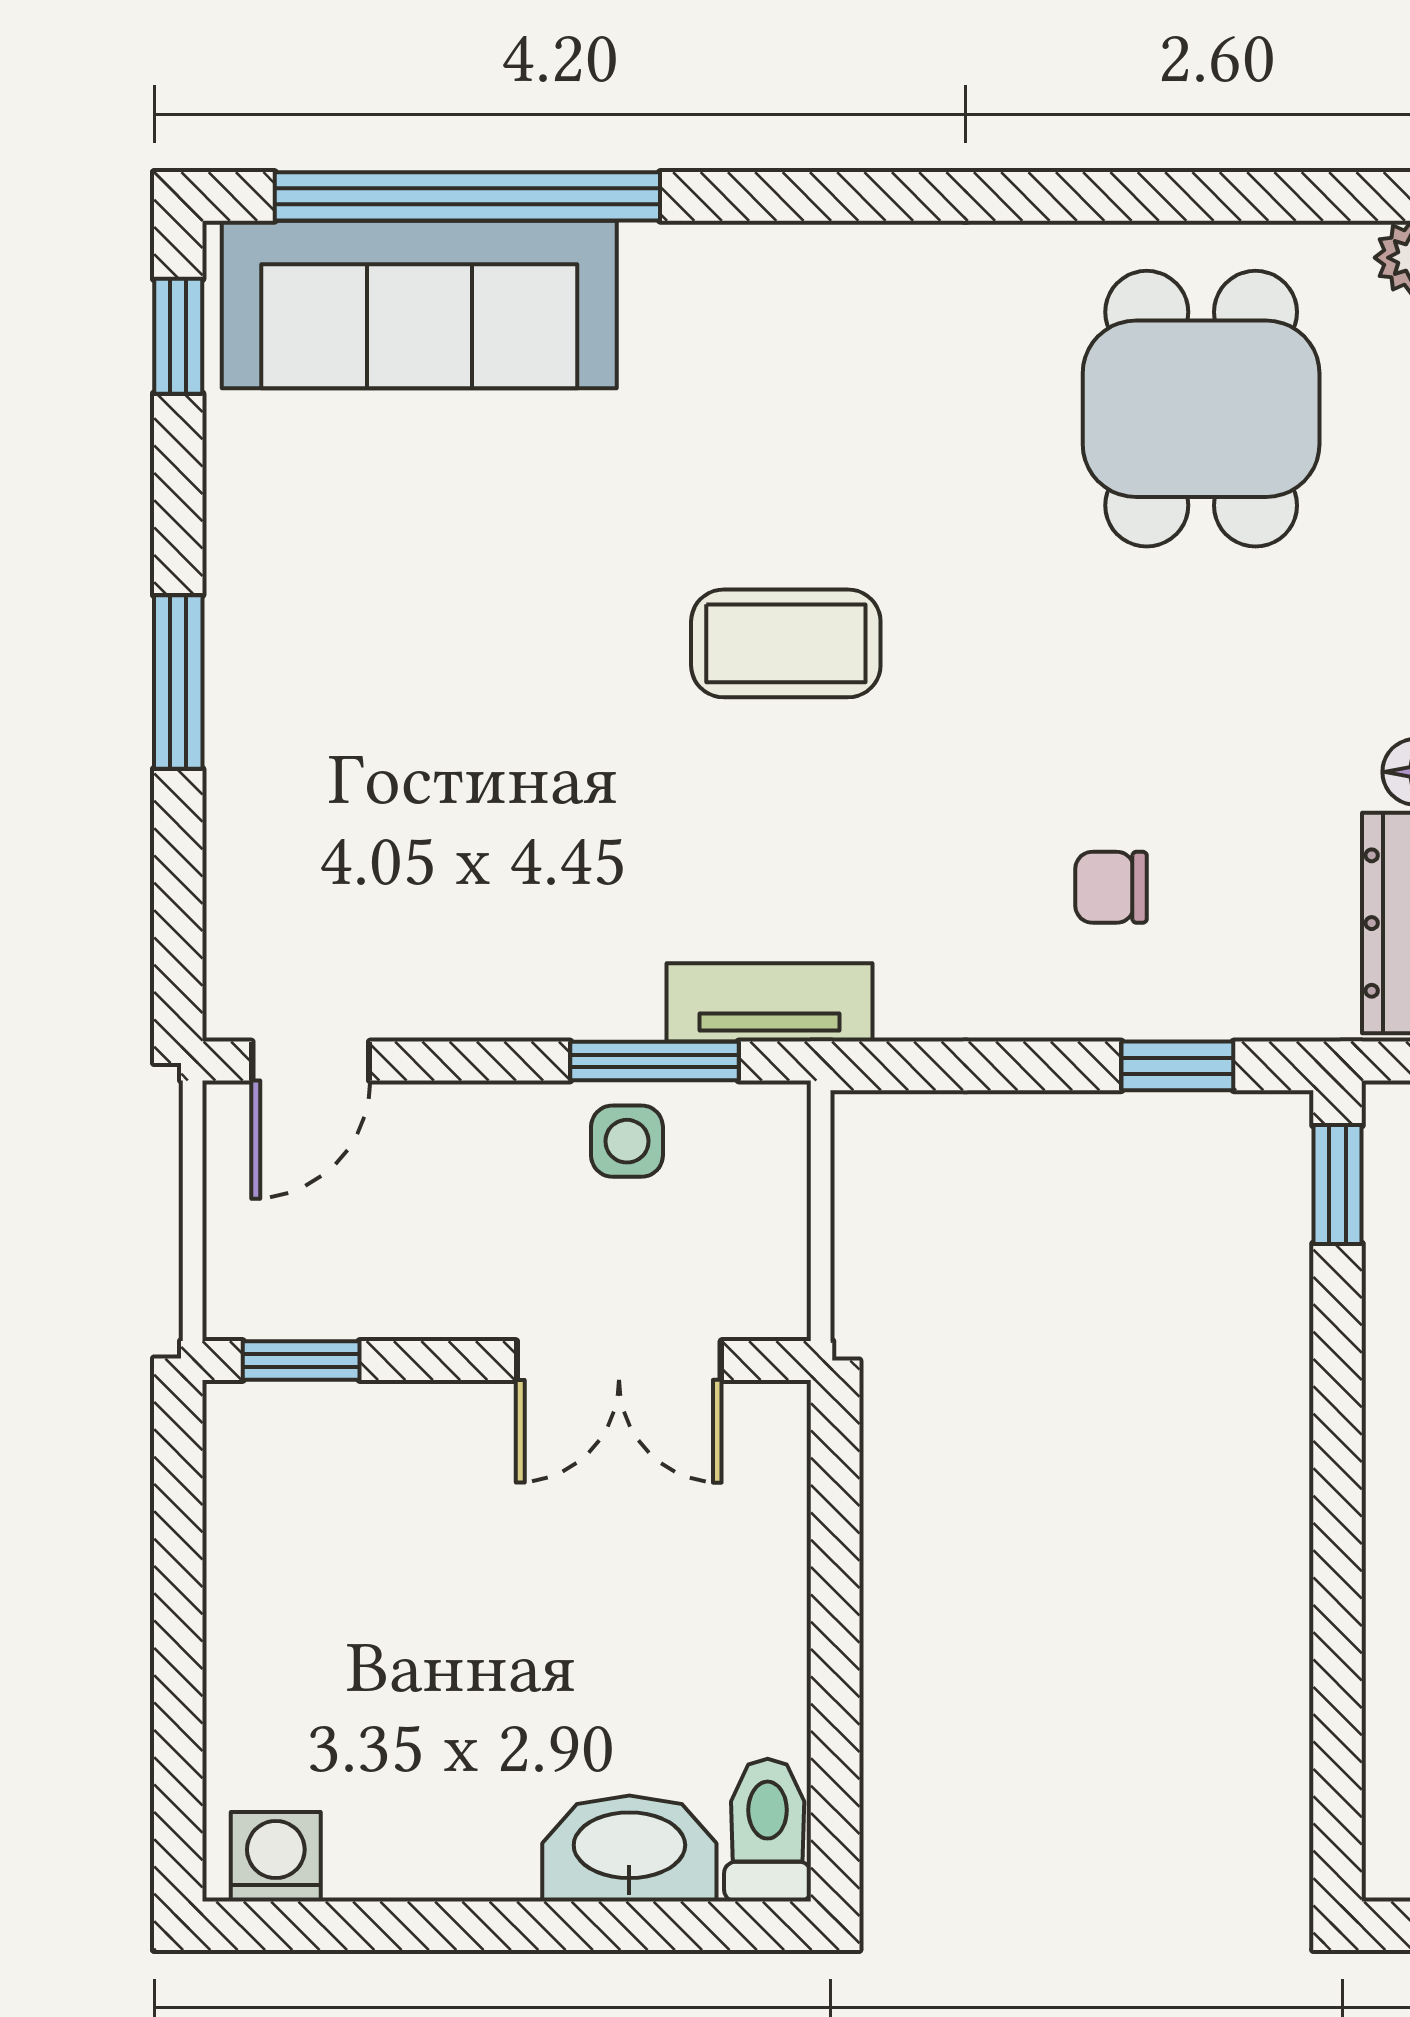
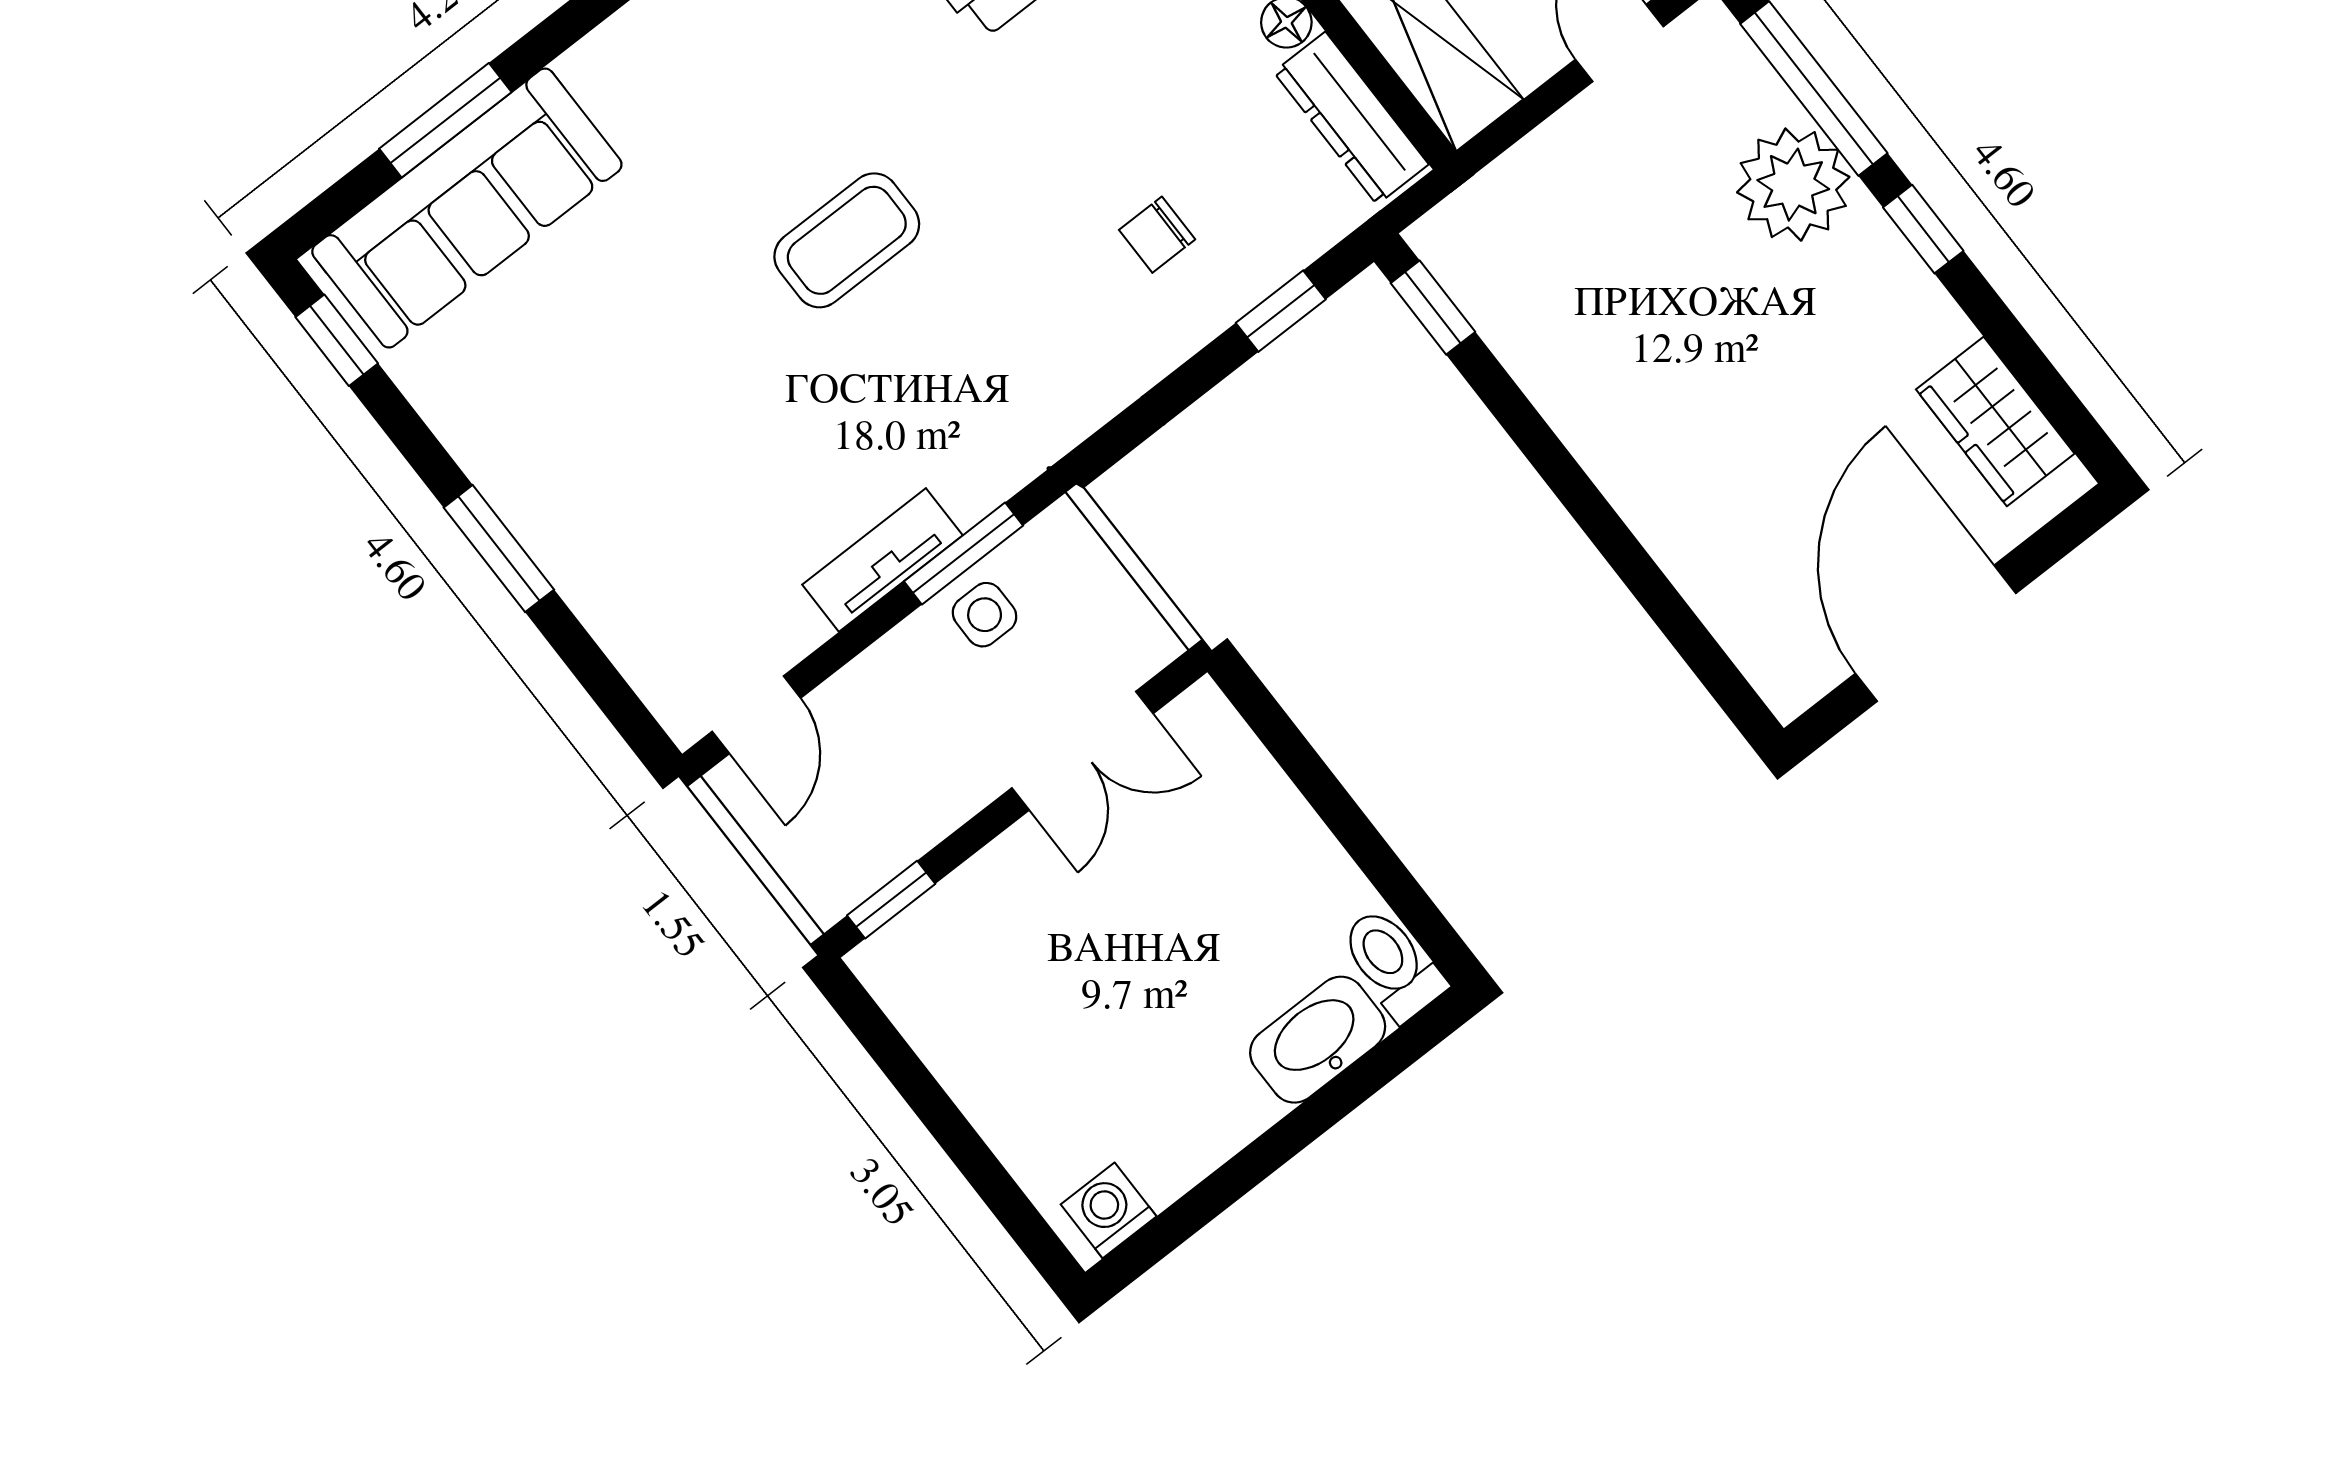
window: (467, 196) -> (445, 120), width x0.47
tv unit: (769, 1002) -> (882, 560), moved

